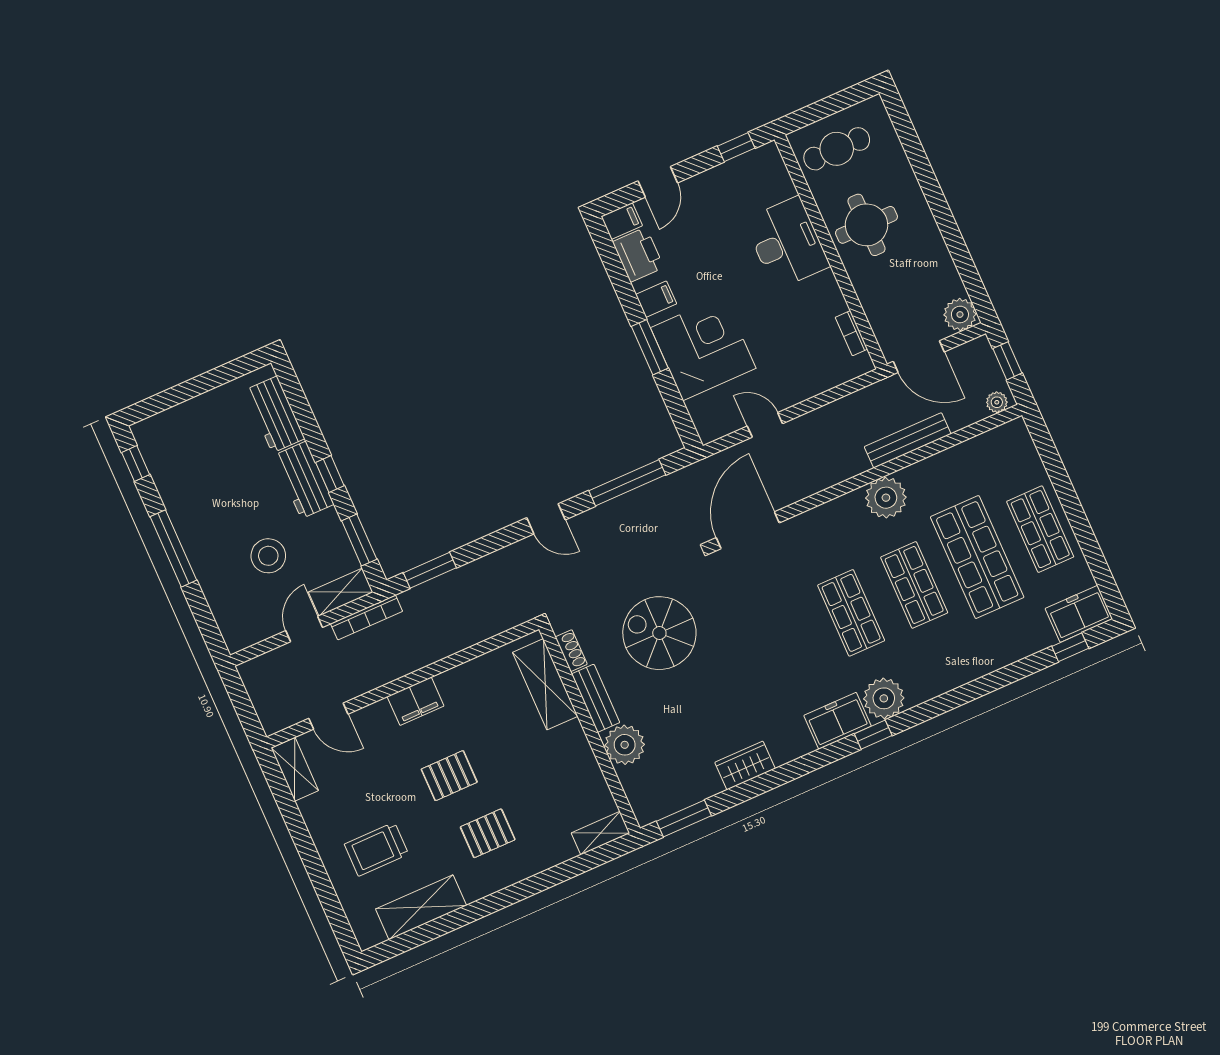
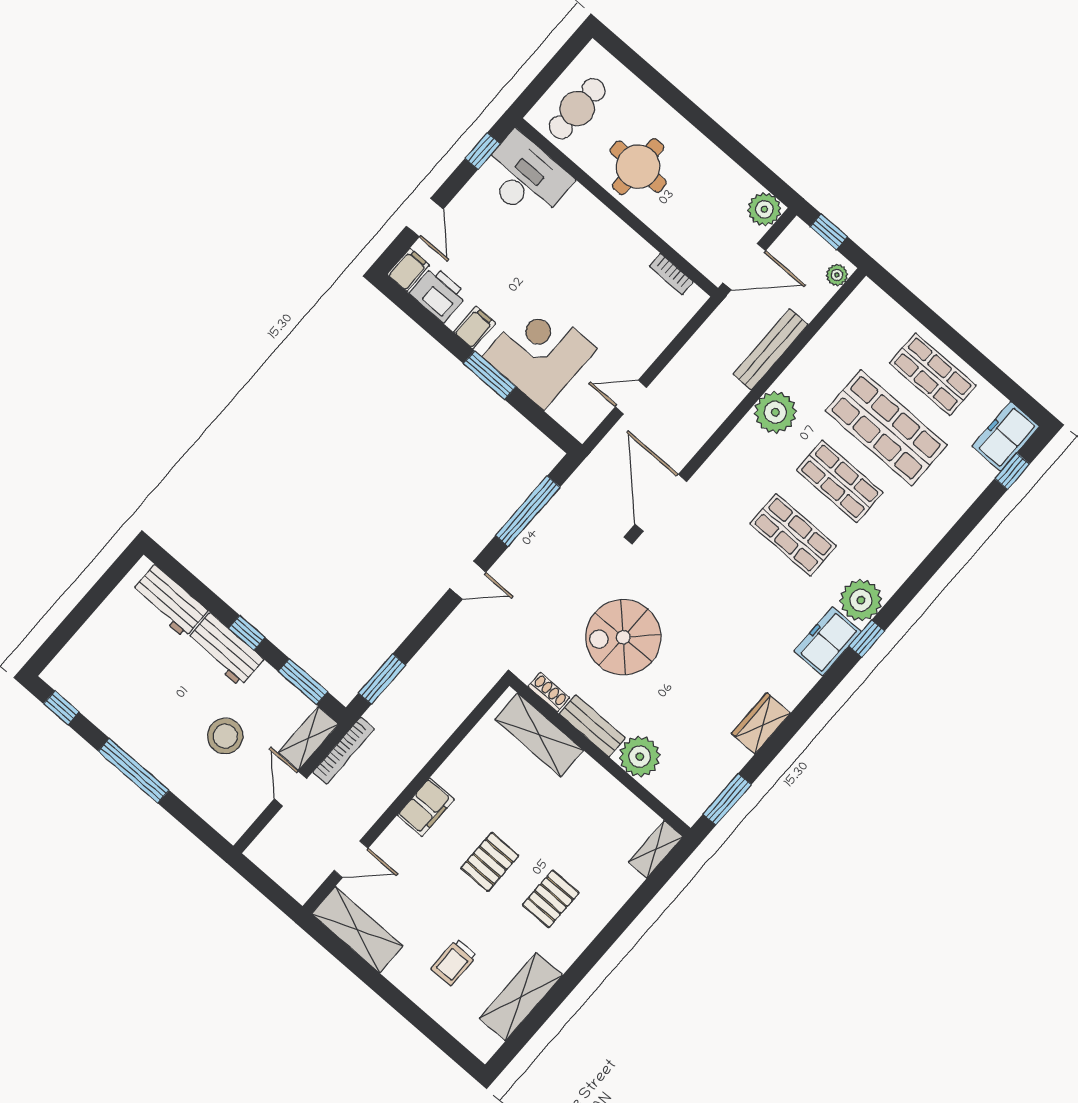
desk: (787, 243) -> (525, 177), moved
shelving: (295, 769) -> (357, 930), width x1.50, depth x1.33
trolley: (376, 849) -> (454, 962), width x0.73, depth x0.72

